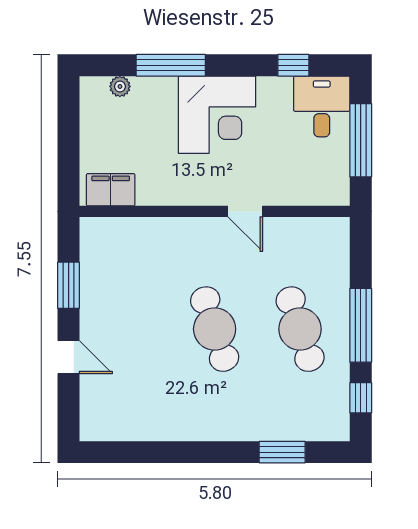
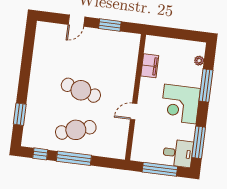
window: (293, 65) -> (199, 142), width x2.17
filing cabinet: (111, 190) -> (150, 66), moved
cafe table: (215, 329) -> (81, 90), turned 33

